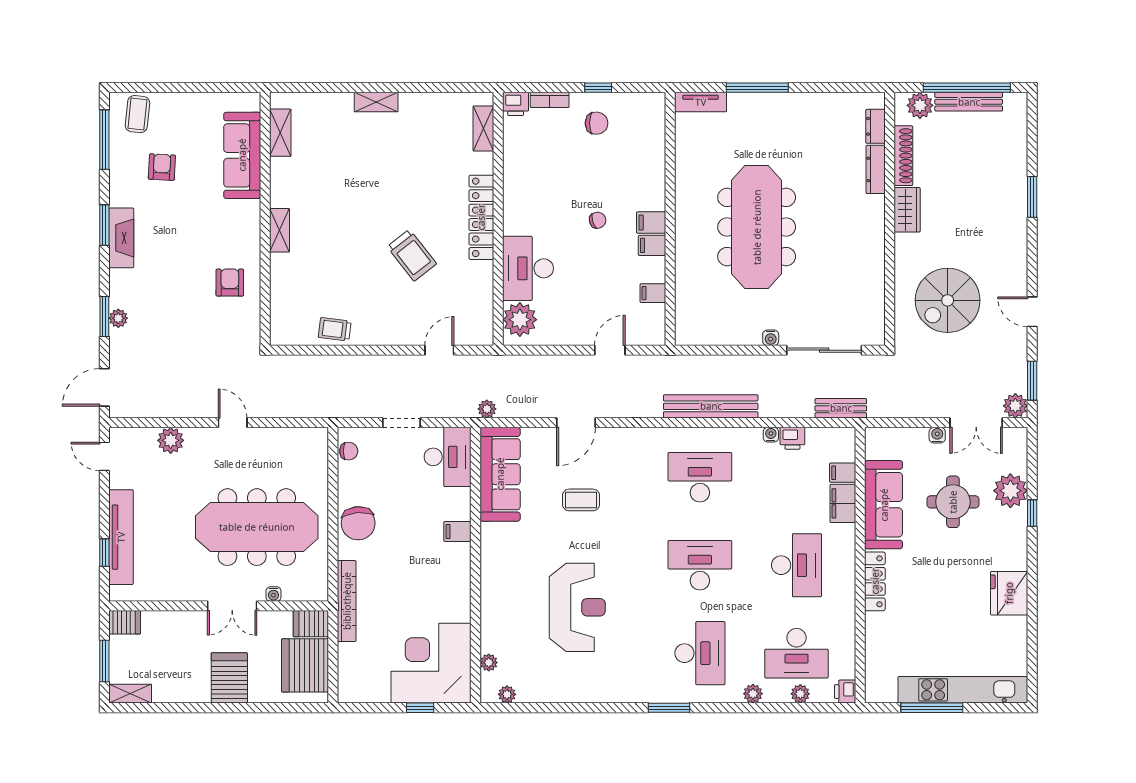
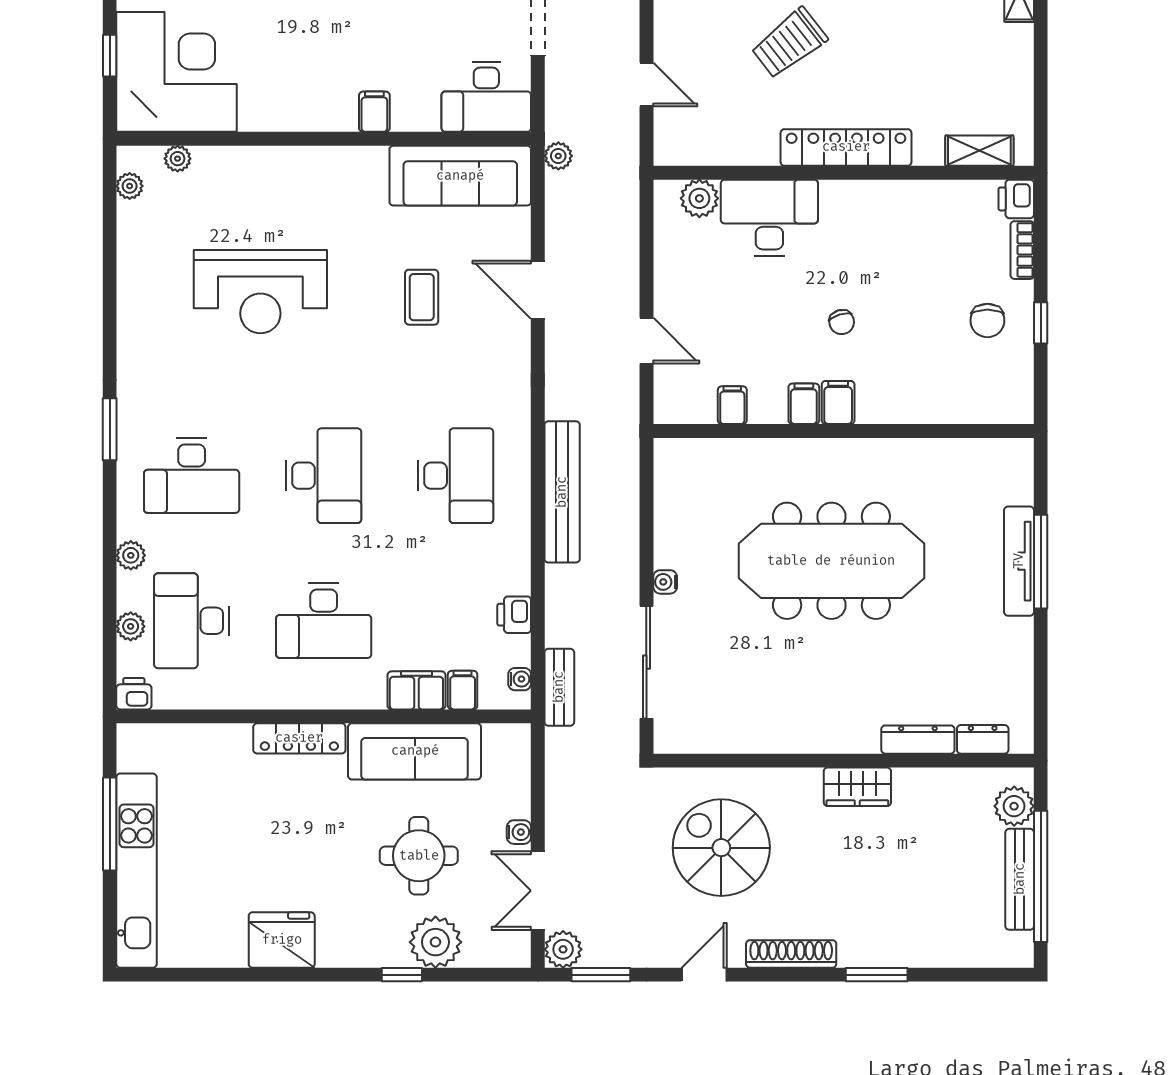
tv unit: (701, 102) -> (1019, 561), moved, width x1.41
shoe rack: (903, 156) -> (791, 954), moved, turned 180
plant: (520, 320) -> (699, 198), width x0.73, depth x0.73
water cooler: (771, 435) -> (520, 679), moved

